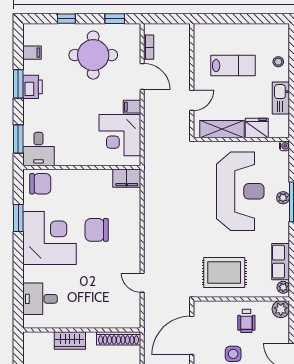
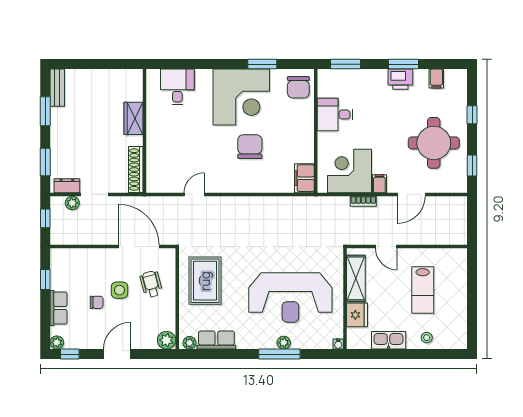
bookcase: (149, 47) -> (363, 201), moved
desk: (38, 149) -> (335, 115), moved
wheelchair: (246, 321) -> (151, 284), moved, turned 75

